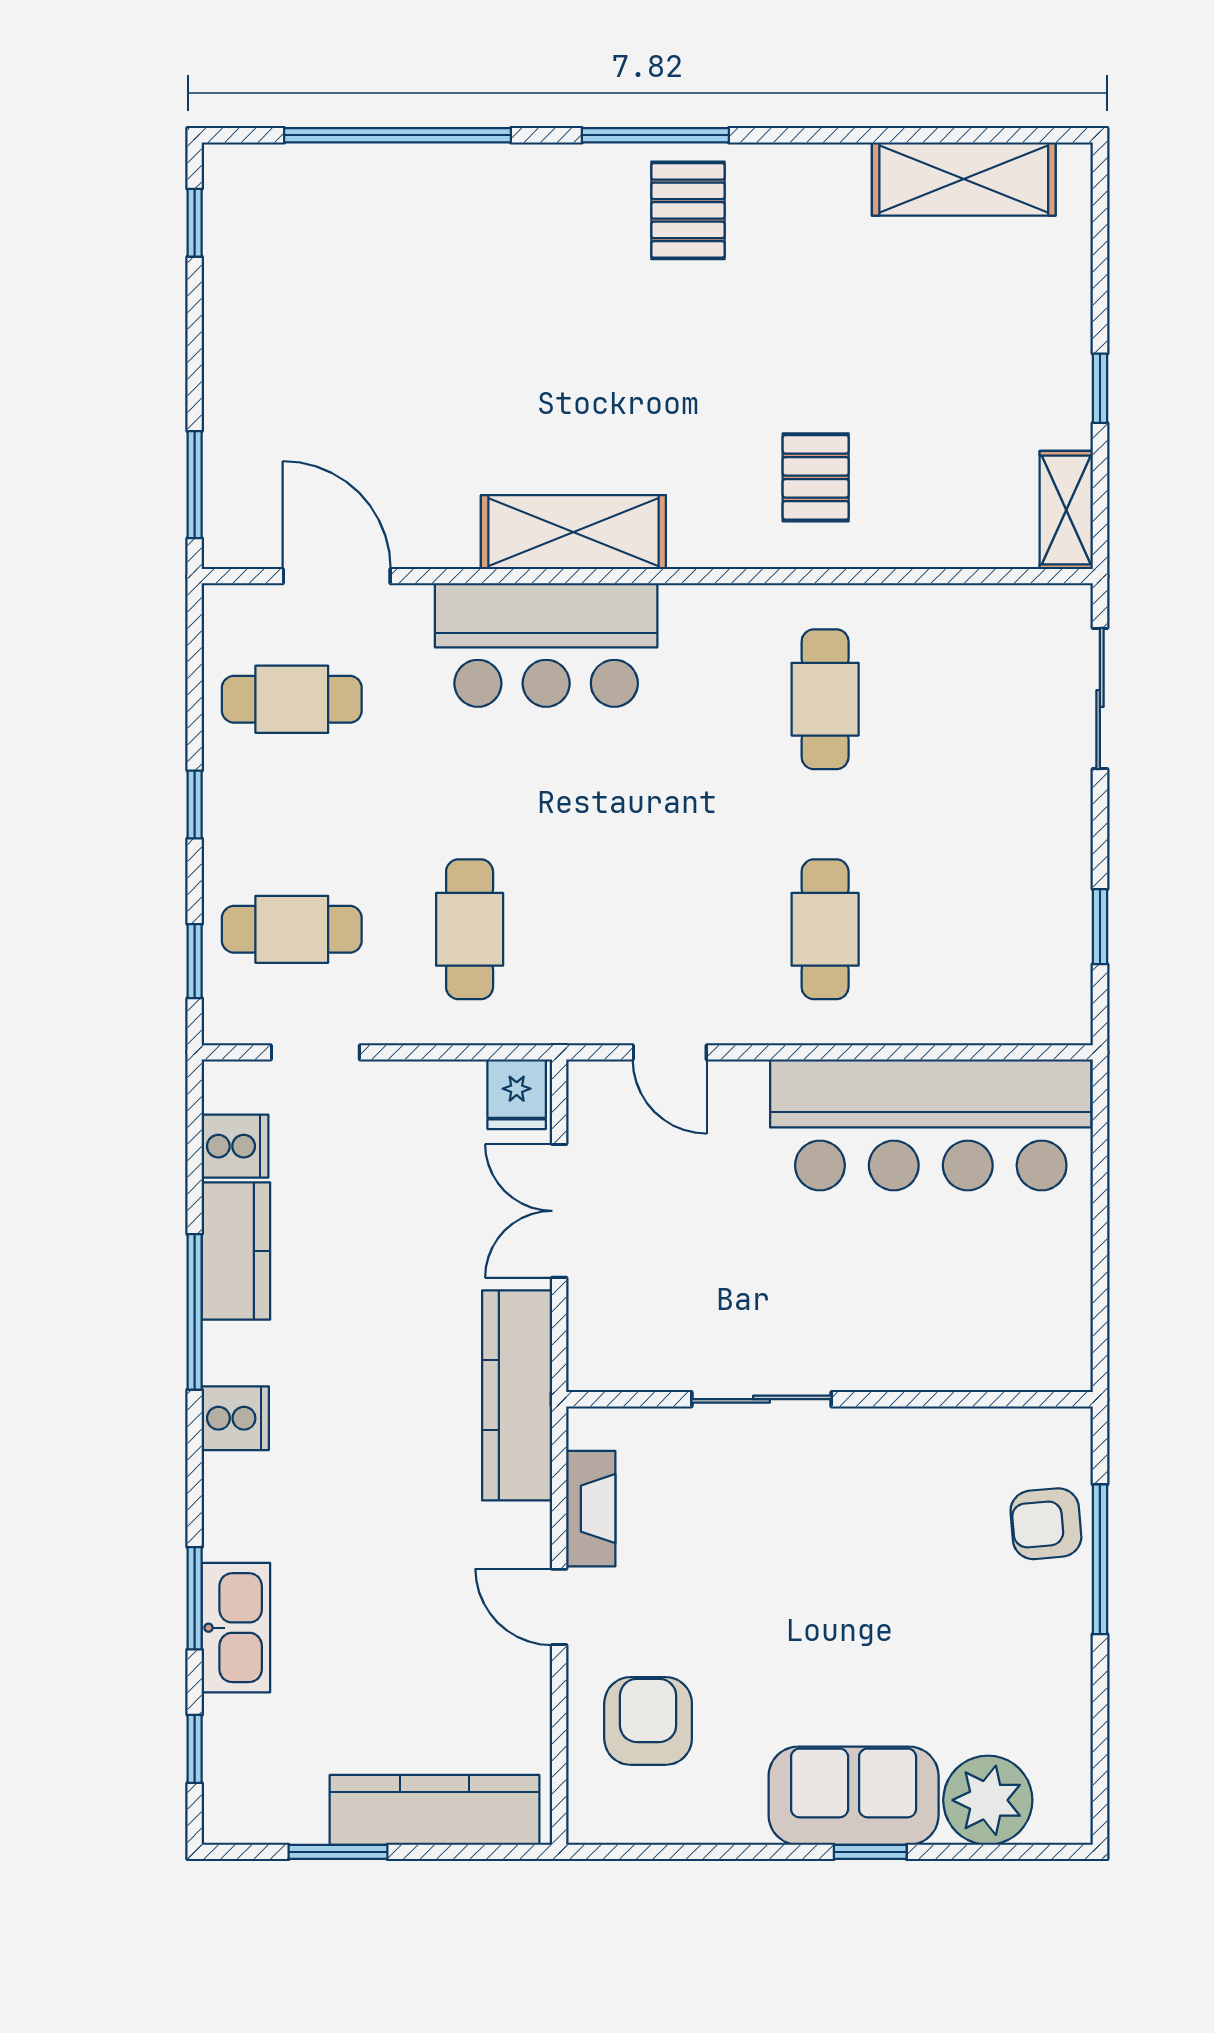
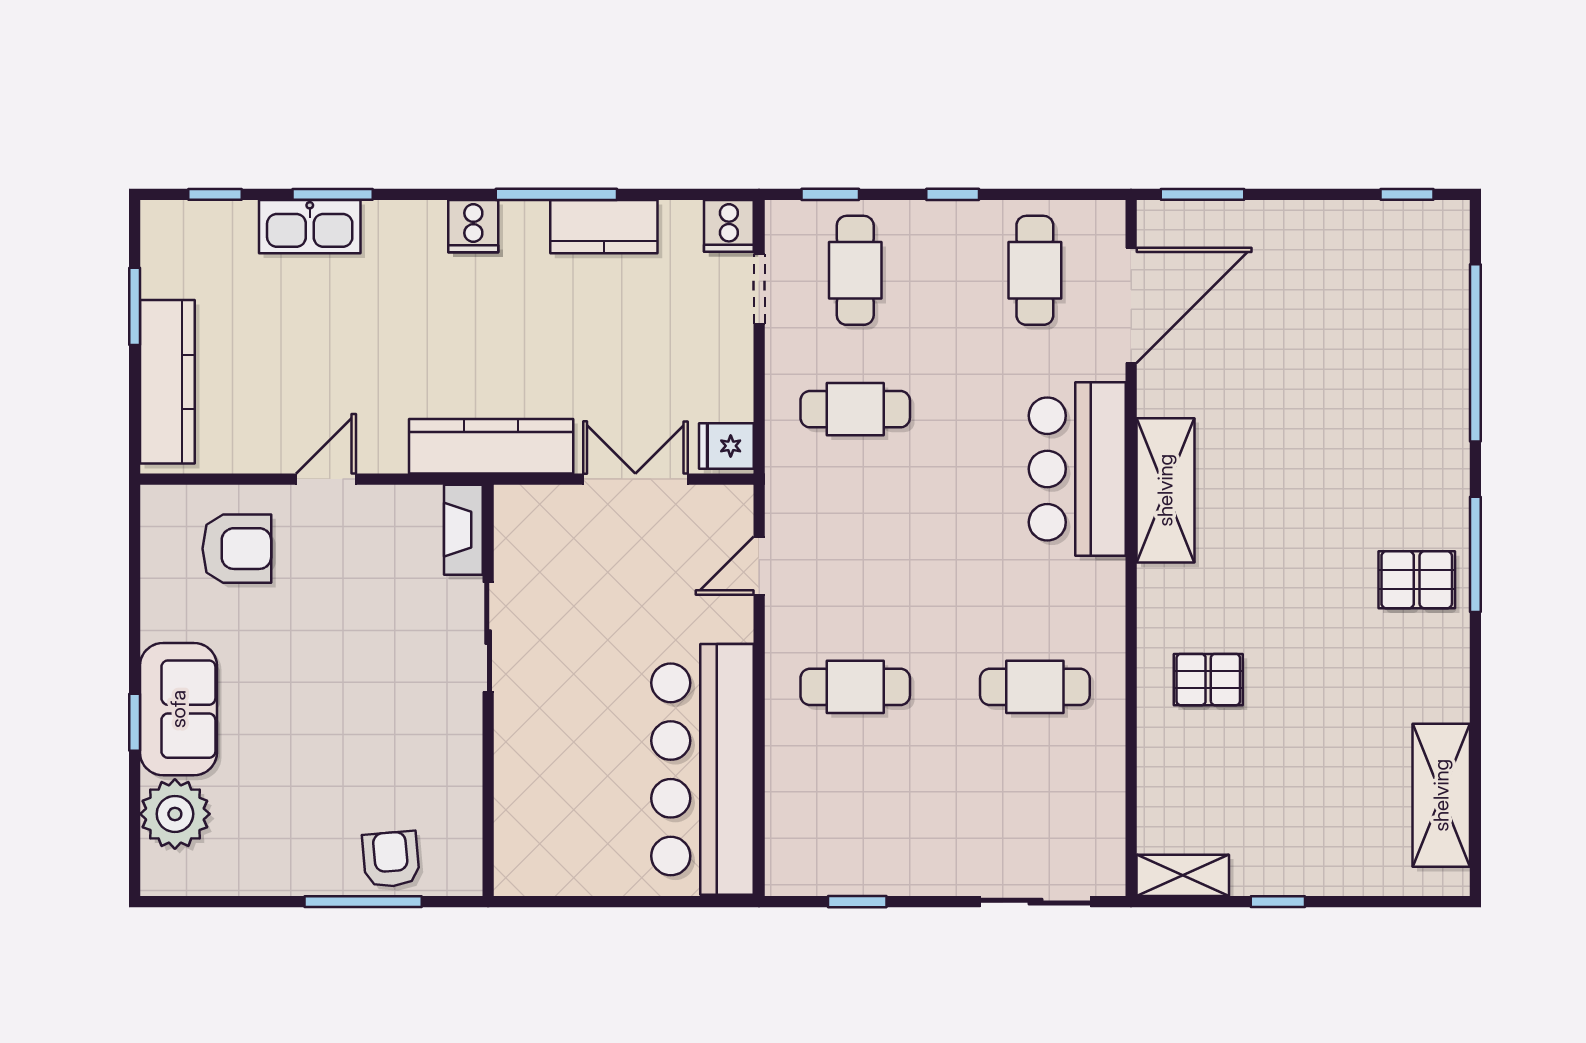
door: (337, 576) -> (1131, 305), width x1.36
cooker: (235, 1146) -> (729, 226), moved
fireplace: (591, 1509) -> (463, 530), moved, turned 90

